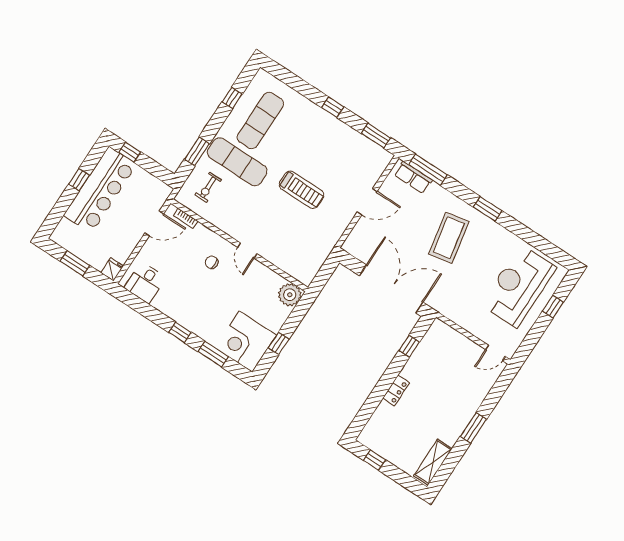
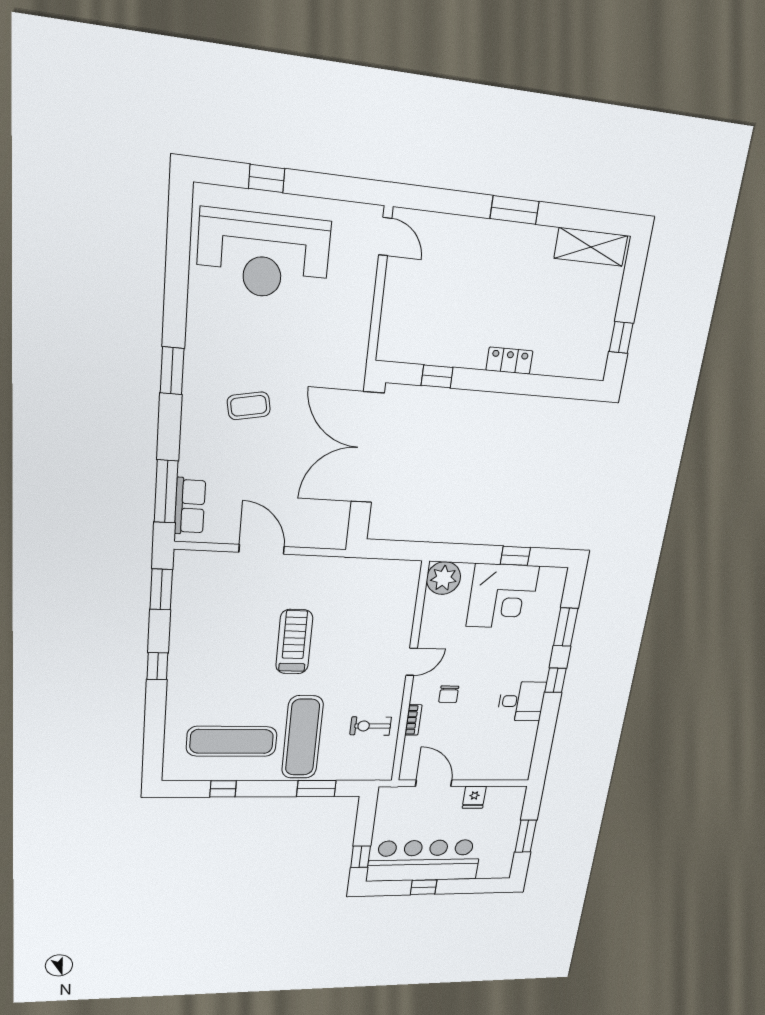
exercise bike: (208, 187) -> (371, 726), moved, turned 180
bookcase: (186, 218) -> (413, 720), moved
coffee table: (449, 238) -> (249, 406), width x0.54, depth x0.58
fridge: (112, 269) -> (474, 797), moved, turned -90
desk: (145, 283) -> (521, 701), moved
corner desk: (246, 342) -> (503, 596), moved

